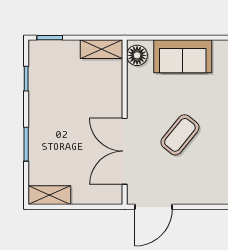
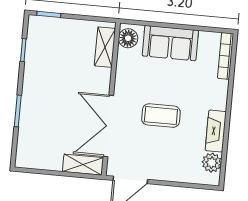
shelving: (101, 49) -> (105, 47), moved, turned 90
coffee table: (180, 135) -> (161, 116), turned 51
shelving: (49, 195) -> (83, 165), moved

